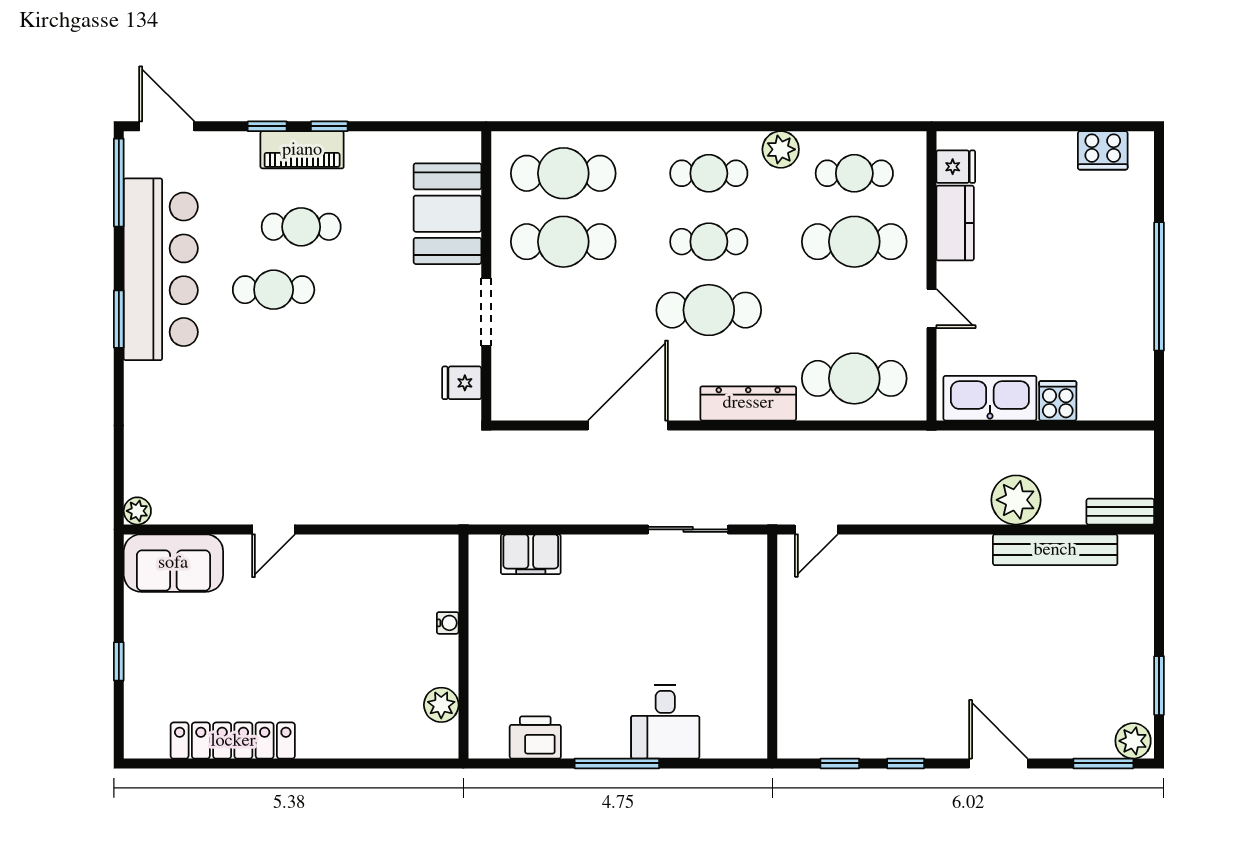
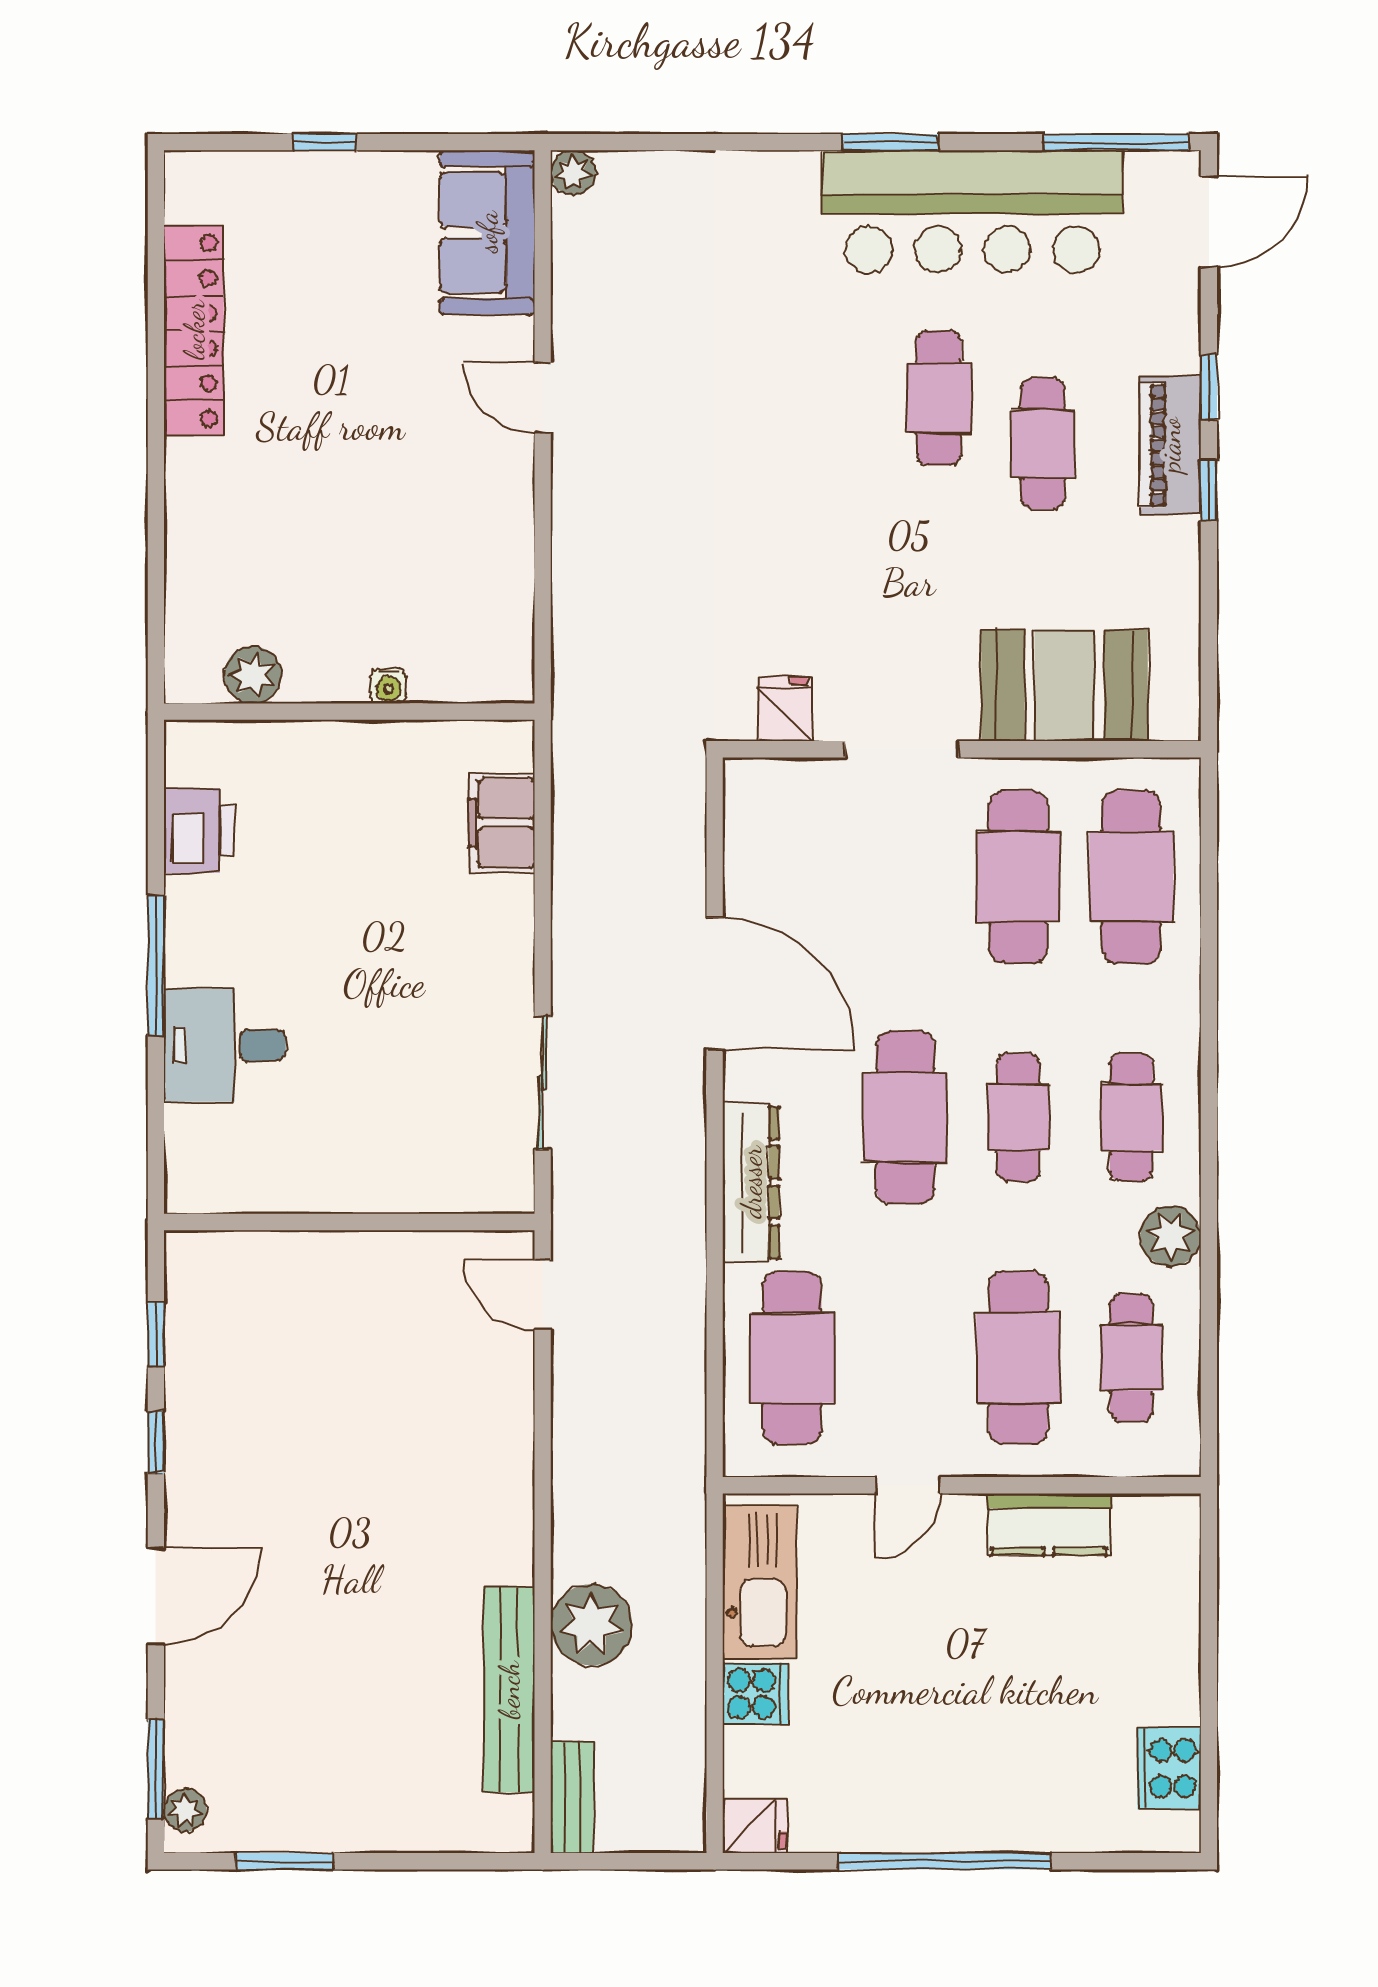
fridge: (956, 167) -> (755, 1826), moved, turned -90
plant: (1133, 741) -> (185, 1810), width x0.73, depth x0.73

